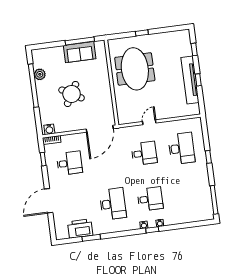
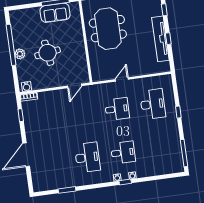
plant: (40, 74) -> (20, 54), moved
round table: (72, 94) -> (48, 53), turned -38
door: (100, 129) -> (75, 86), width x0.53
desk: (69, 163) -> (46, 119), removed
printer: (80, 229) -> (56, 181), removed

